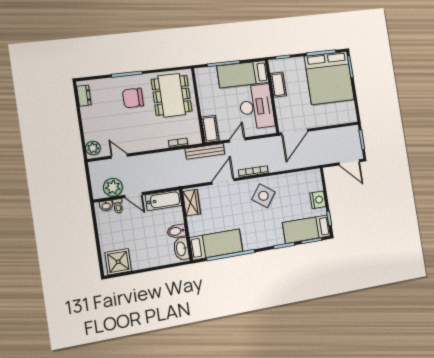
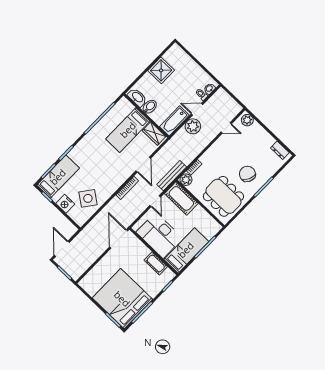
chair: (133, 98) -> (247, 174), turned -66
cot: (210, 129) -> (181, 198), width x1.37, depth x1.34
plant: (195, 137) -> (186, 180), added
door: (349, 162) -> (62, 249), hinge flipped
plant: (113, 187) -> (193, 126), moved
side table: (263, 196) -> (88, 198), moved
bed: (216, 244) -> (128, 130), moved
shower: (118, 262) -> (161, 70), moved

